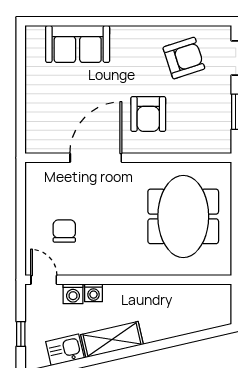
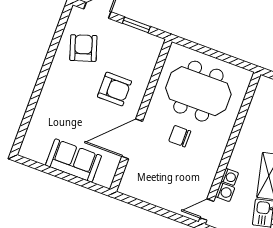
sofa: (78, 44) -> (74, 161), moved, turned -90
door: (96, 158) -> (132, 139), hinge flipped
chair: (64, 231) -> (180, 136), moved

